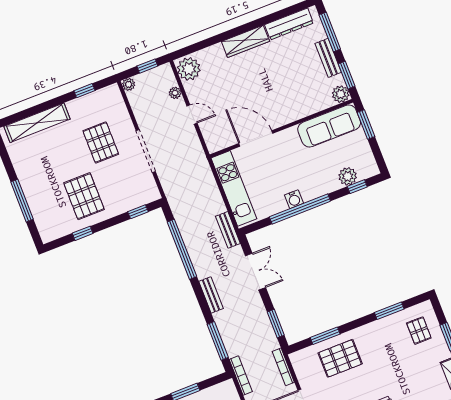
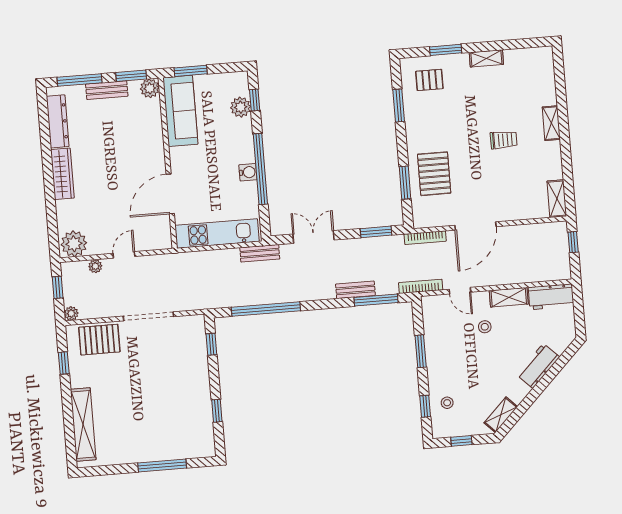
pallet: (101, 142) -> (99, 340), moved
pallet: (84, 196) -> (177, 397), removed
bench: (211, 295) -> (355, 290), moved

